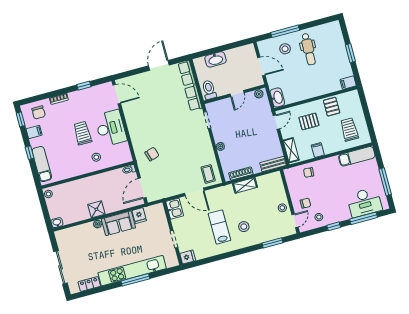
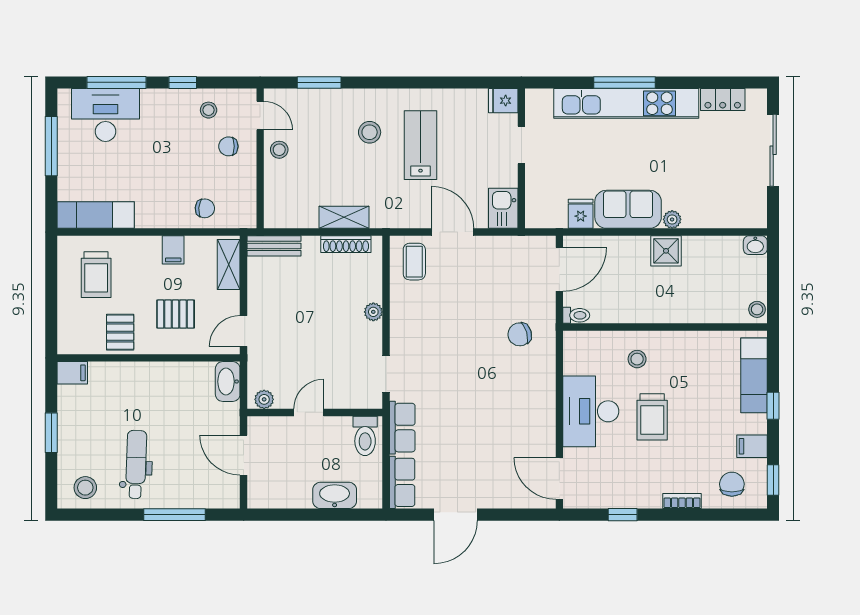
stool: (285, 49) -> (85, 488), moved
door: (295, 221) -> (260, 115), swing flipped
lab bench: (219, 227) -> (420, 145), turned 180

